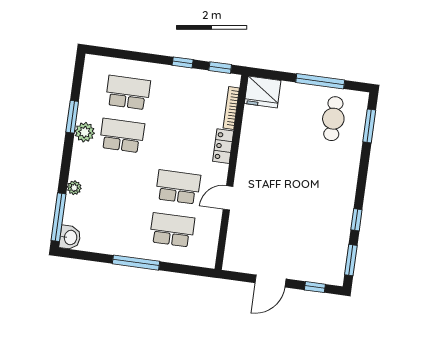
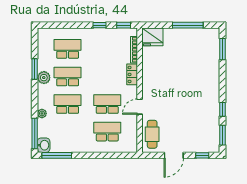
cafe table: (333, 119) -> (152, 134), moved
school desk: (116, 178) -> (68, 104), added
window: (136, 263) -> (57, 155), moved

